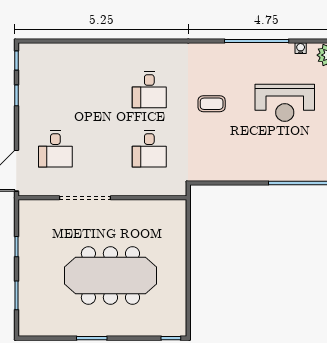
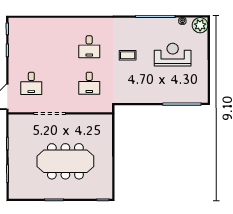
reception desk: (285, 103) -> (173, 55), turned 180

